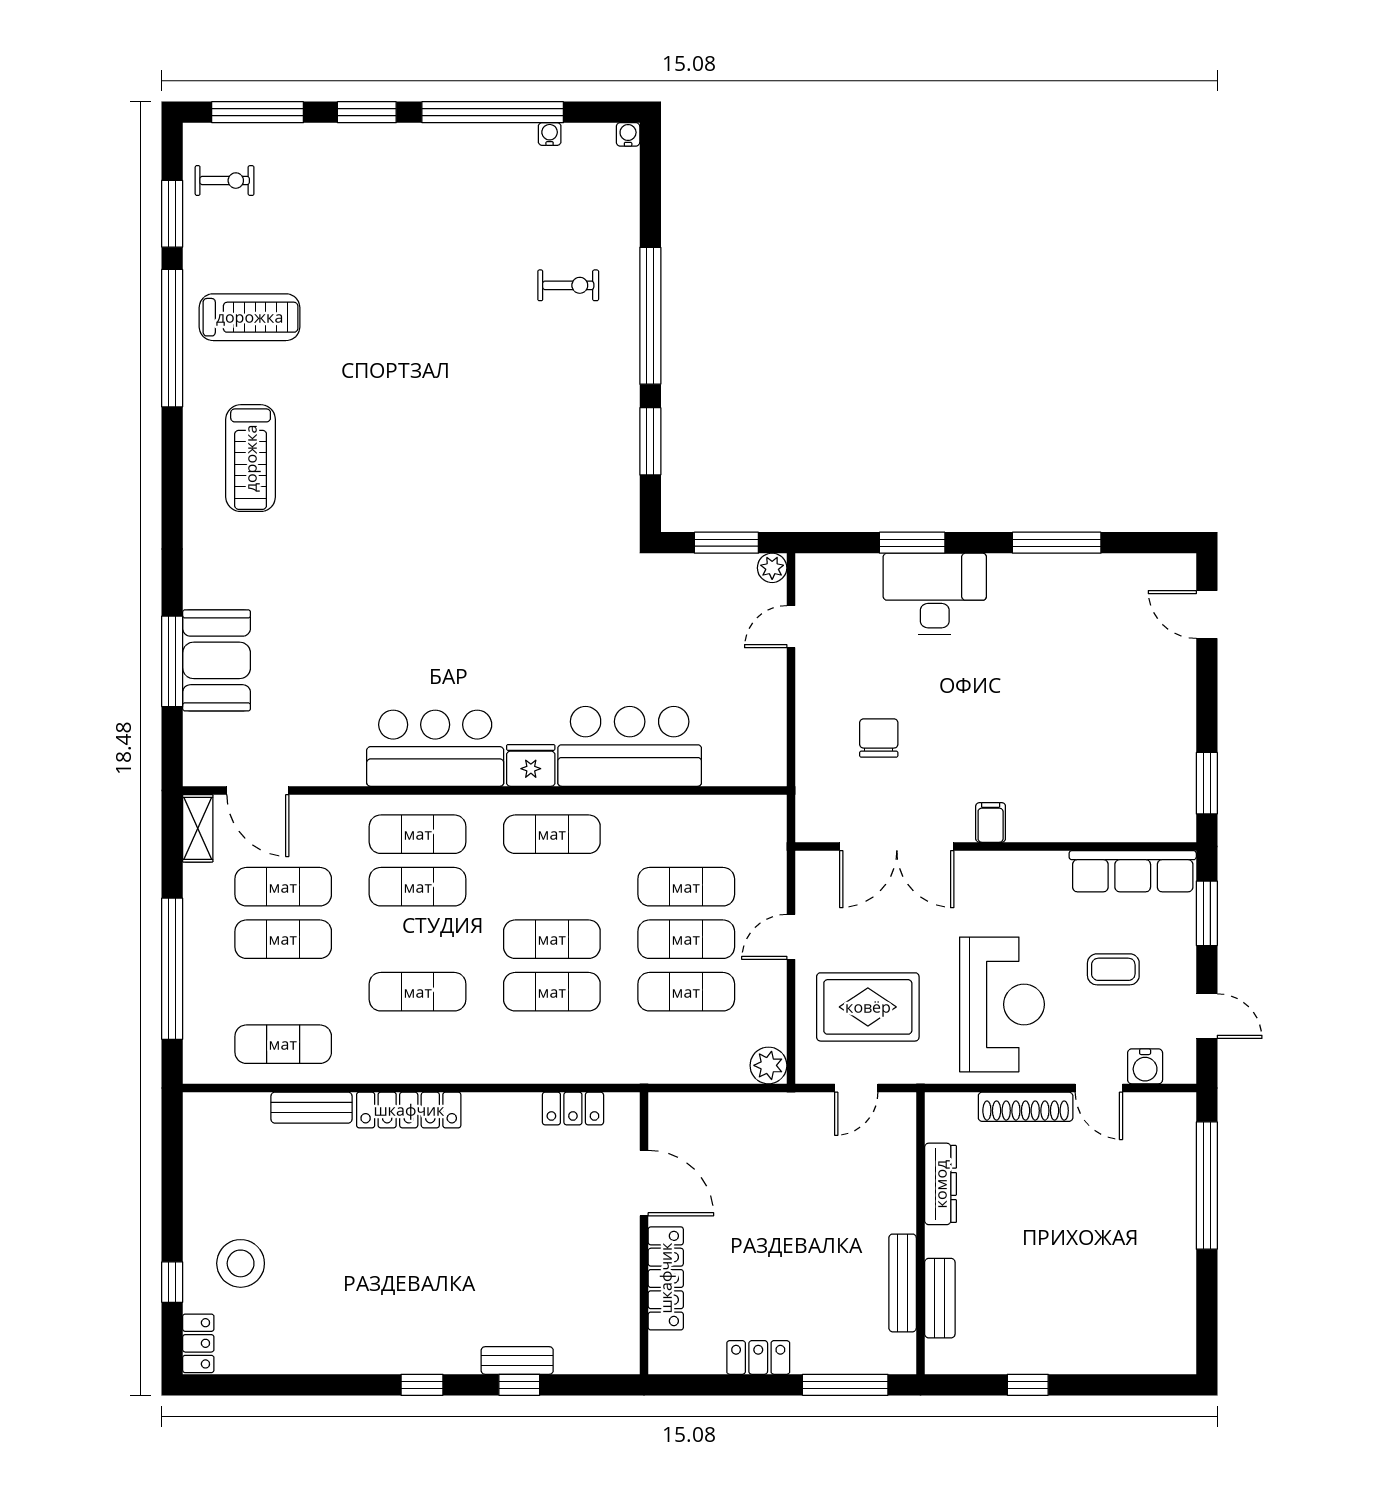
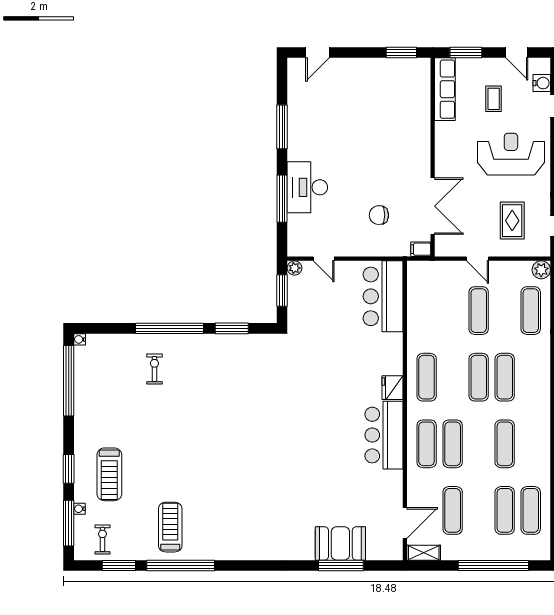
window: (493, 112) -> (69, 381), moved
water cooler: (550, 134) -> (79, 509), moved
treadmill: (251, 458) -> (109, 474), moved, turned 90
window: (912, 543) -> (282, 199), width x1.44
bar counter: (630, 746) -> (383, 296), moved
filing cabinet: (991, 822) -> (421, 249), moved
exercise mat: (686, 887) -> (453, 311), removed
exercise mat: (283, 939) -> (505, 510), moved
exercise mat: (686, 992) -> (531, 311), moved
rug: (868, 1007) -> (512, 221), width x0.73, depth x0.70
door: (1207, 1016) -> (517, 52), swing flipped

